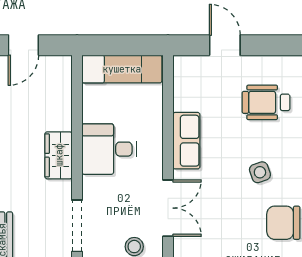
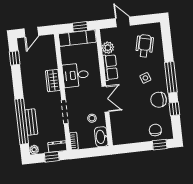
window: (131, 45) -> (80, 27), added
plant: (186, 97) -> (108, 48), added
wheelchair: (266, 102) -> (145, 46), turned 103

